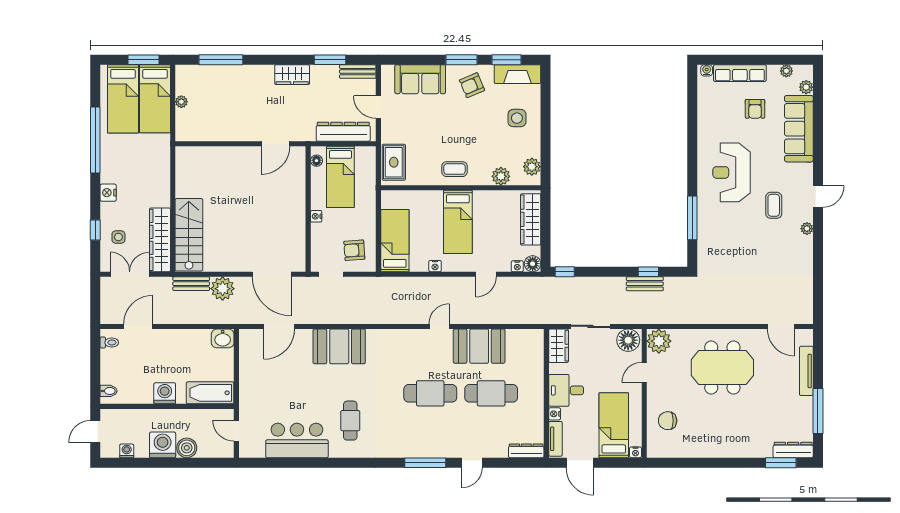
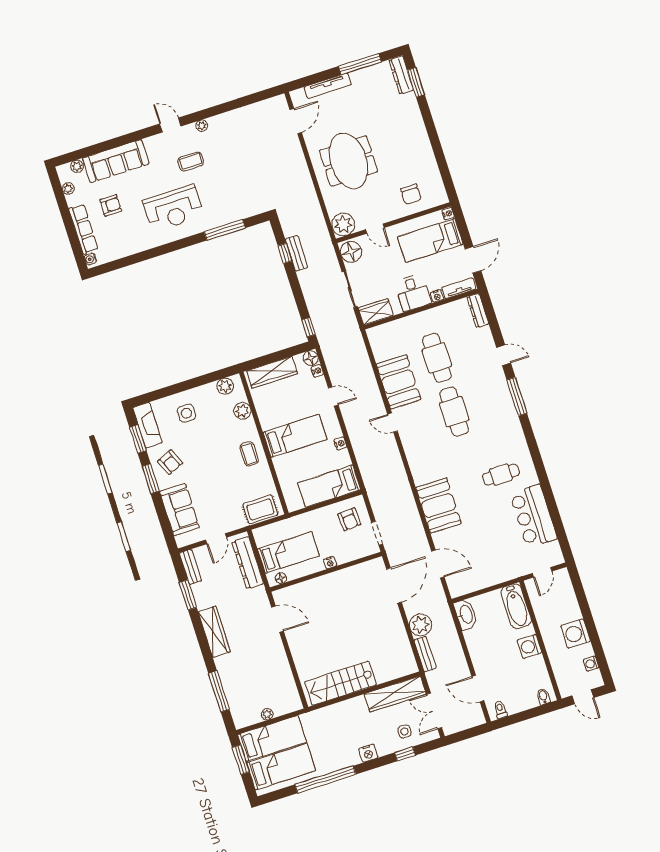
wardrobe: (292, 75) -> (214, 632), width x1.50
stairs: (189, 235) -> (341, 683), moved
washbasin: (223, 338) -> (466, 614), width x1.38
boiler: (187, 448) -> (571, 611), removed

